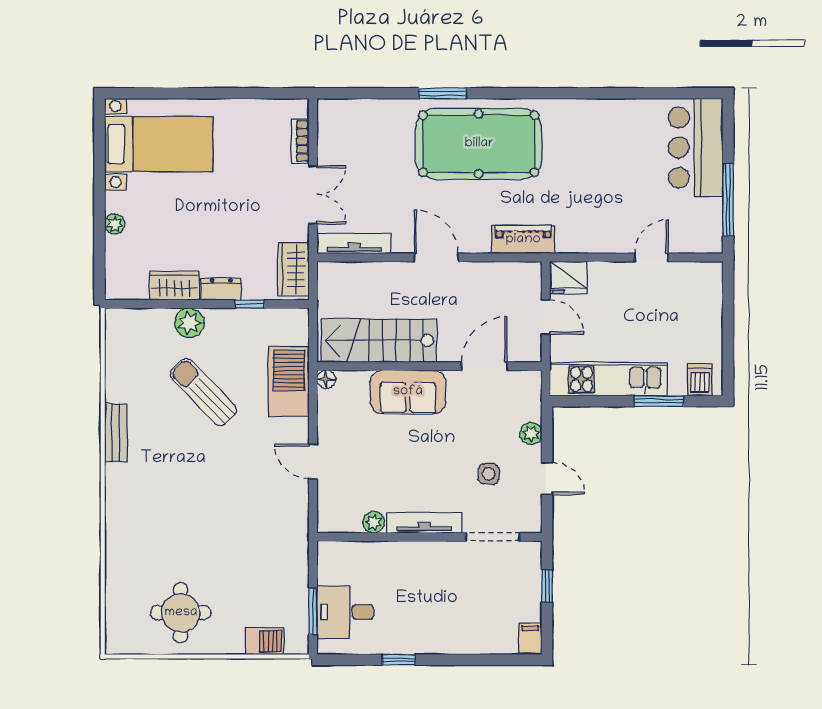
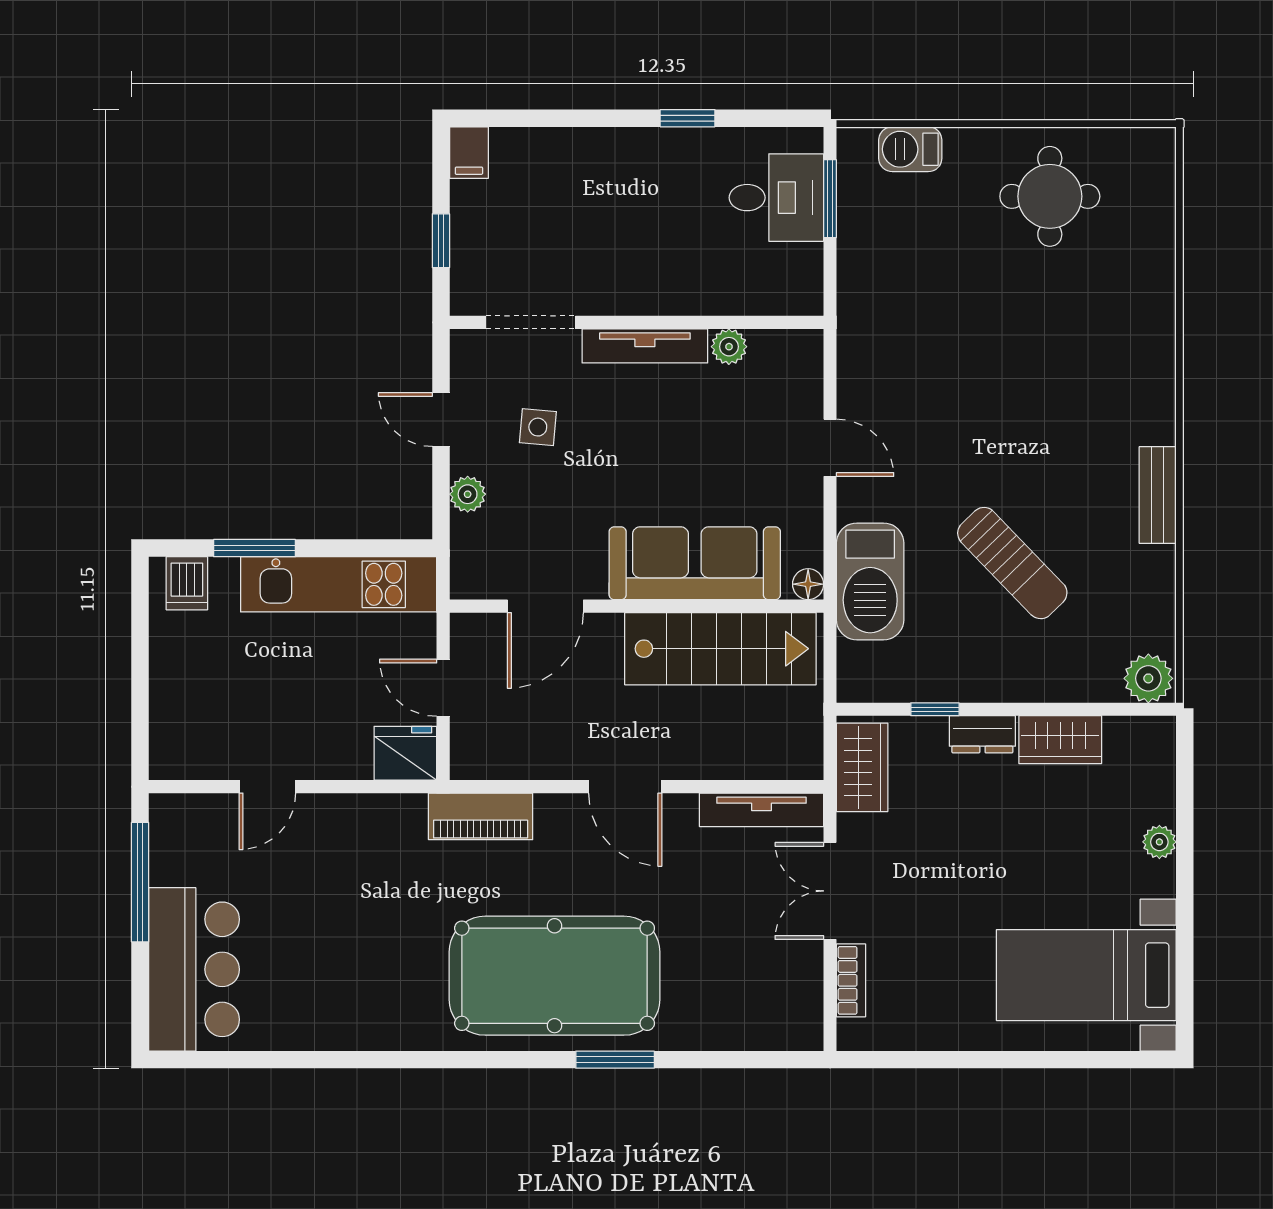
plant: (189, 323) -> (1148, 678), moved
sofa: (408, 392) -> (695, 563), width x1.36

